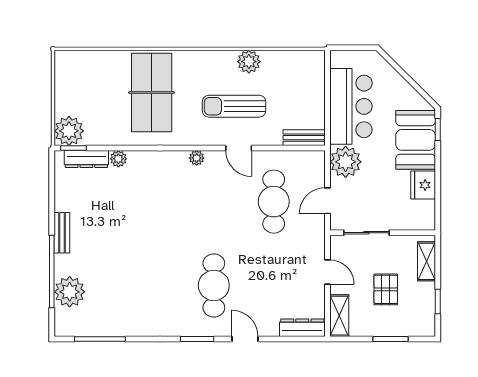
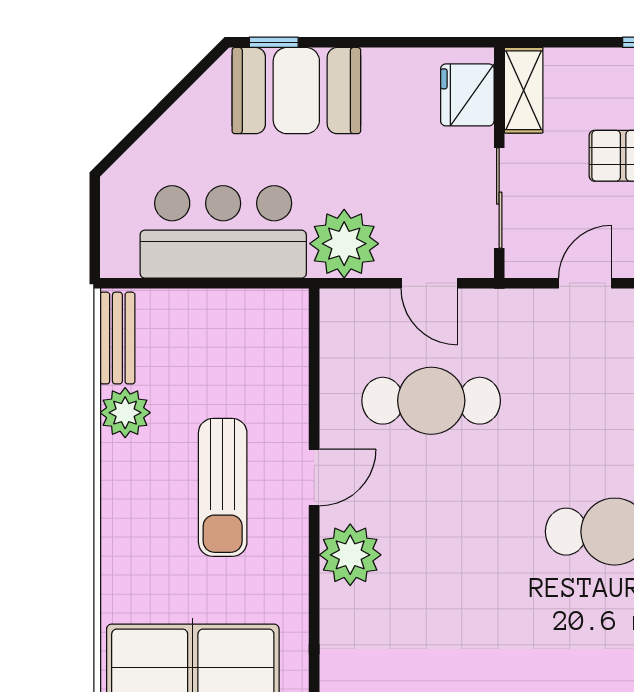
plant: (249, 62) -> (125, 413), moved
bench: (304, 138) -> (117, 338), moved
plant: (197, 158) -> (350, 555), width x1.88, depth x1.88
fridge: (423, 185) -> (467, 95), moved, turned 90
shelving: (427, 261) -> (524, 90), moved, turned 90

